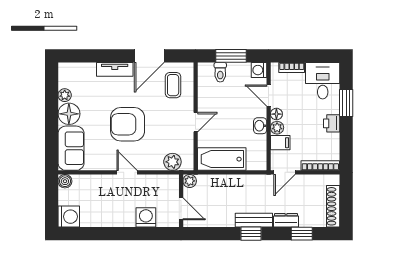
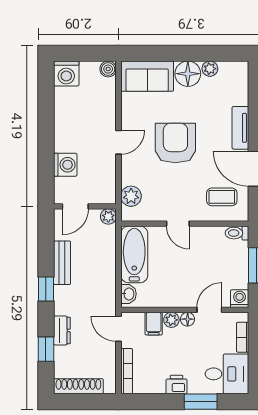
toilet: (220, 72) -> (237, 233), moved
washbasin: (260, 126) -> (129, 294), moved, turned 90
bench: (254, 220) -> (62, 263), moved

